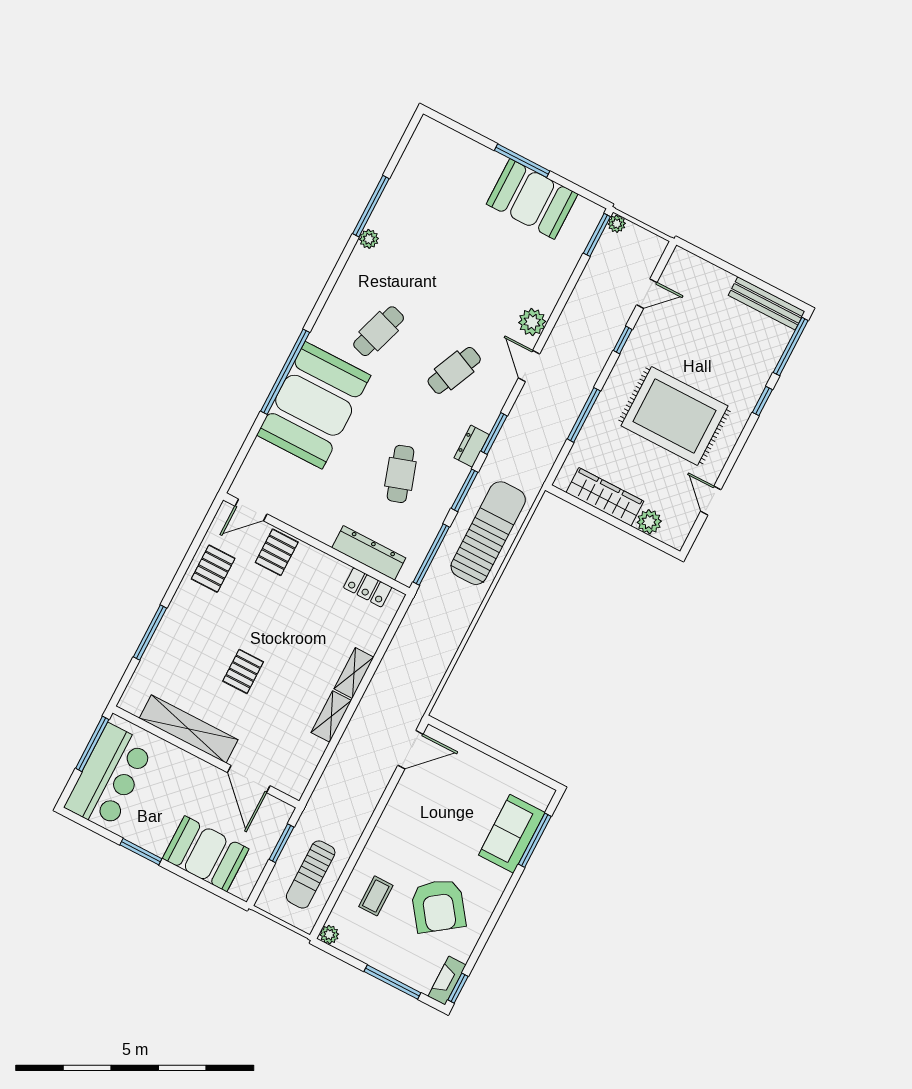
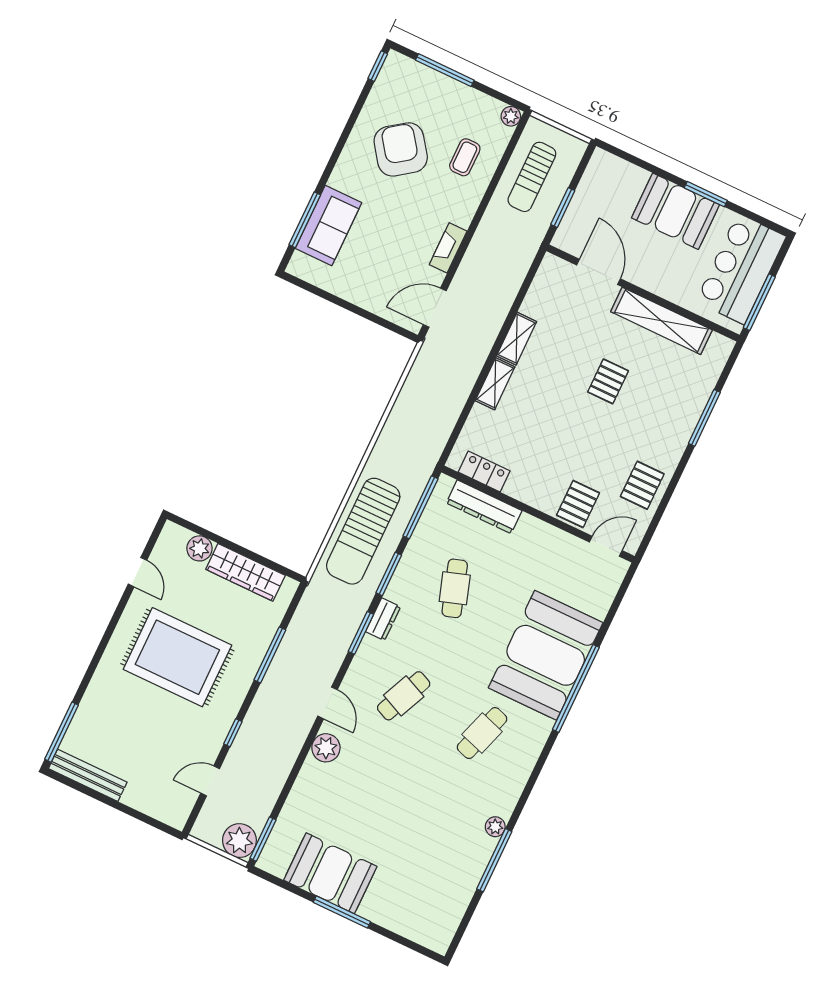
plant: (617, 224) -> (239, 841), width x1.88, depth x1.88
window: (762, 401) -> (88, 676), removed
booth: (206, 854) -> (675, 211), moved
sun lounger: (311, 874) -> (532, 177), turned 180
fireplace: (447, 981) -> (448, 248), moved, turned 180

